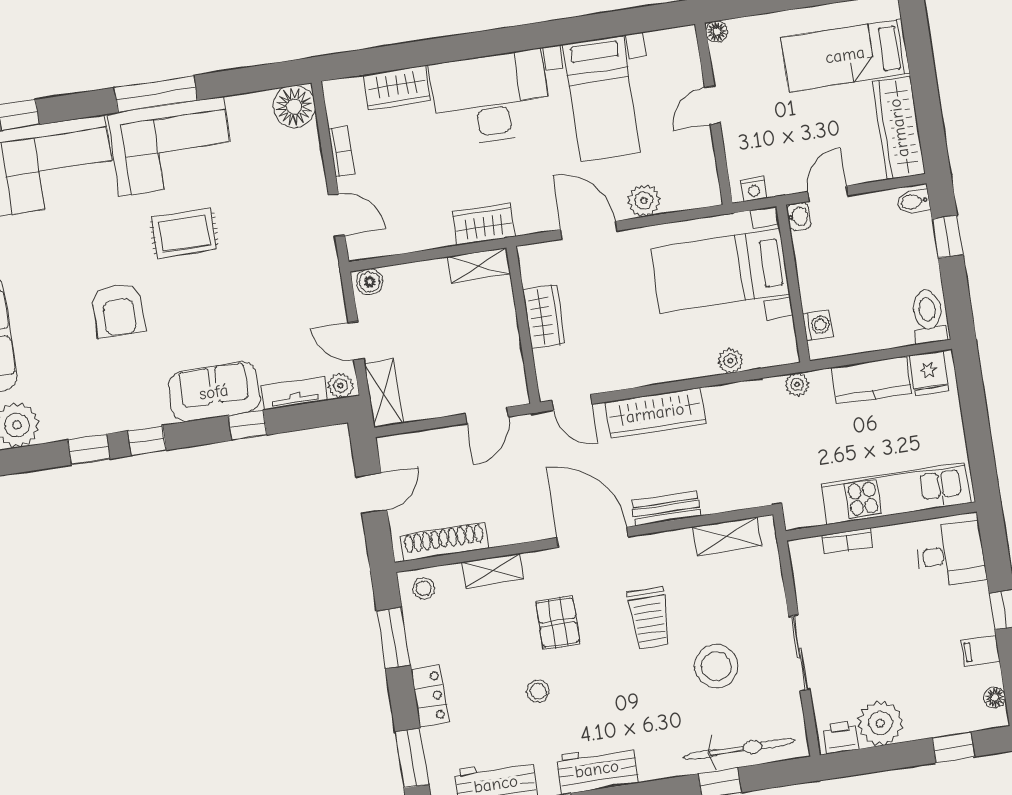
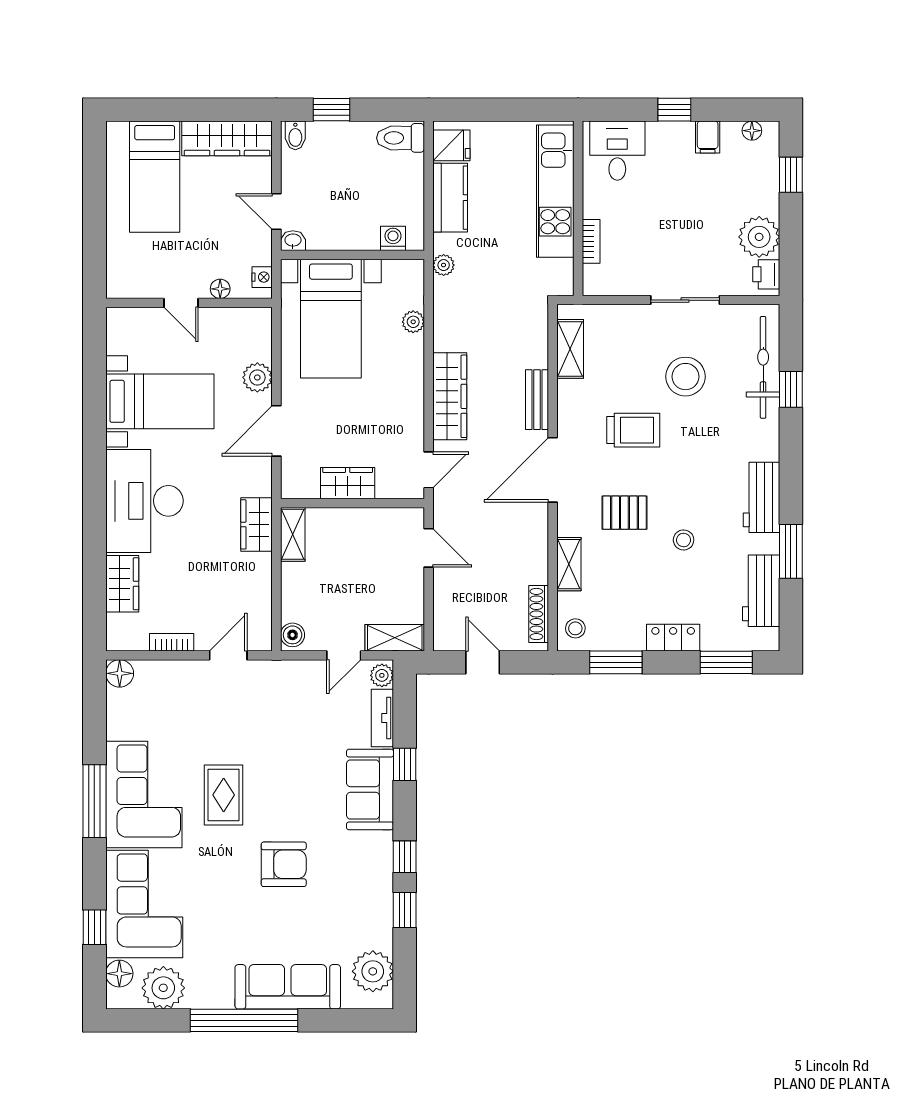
floor lamp: (717, 32) -> (220, 289), moved
floor lamp: (294, 106) -> (120, 673), width x0.73, depth x0.73
shoe rack: (444, 542) -> (539, 614), width x0.74, depth x0.81

